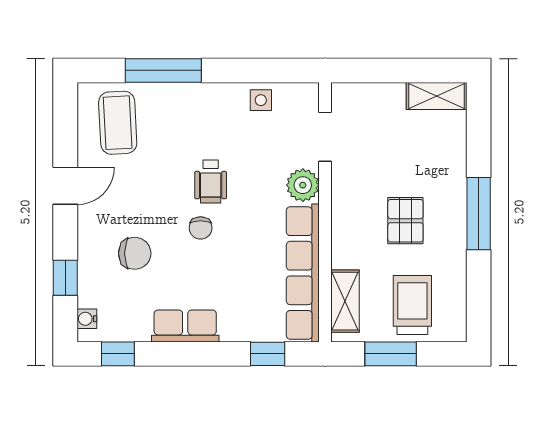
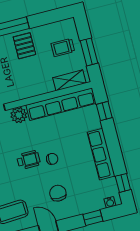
pallet: (405, 221) -> (24, 46), moved, turned 90
chair: (135, 253) -> (58, 193), moved
trolley: (412, 305) -> (63, 48), width x0.73, depth x0.72
row of seats: (185, 326) -> (101, 154), width x1.48

